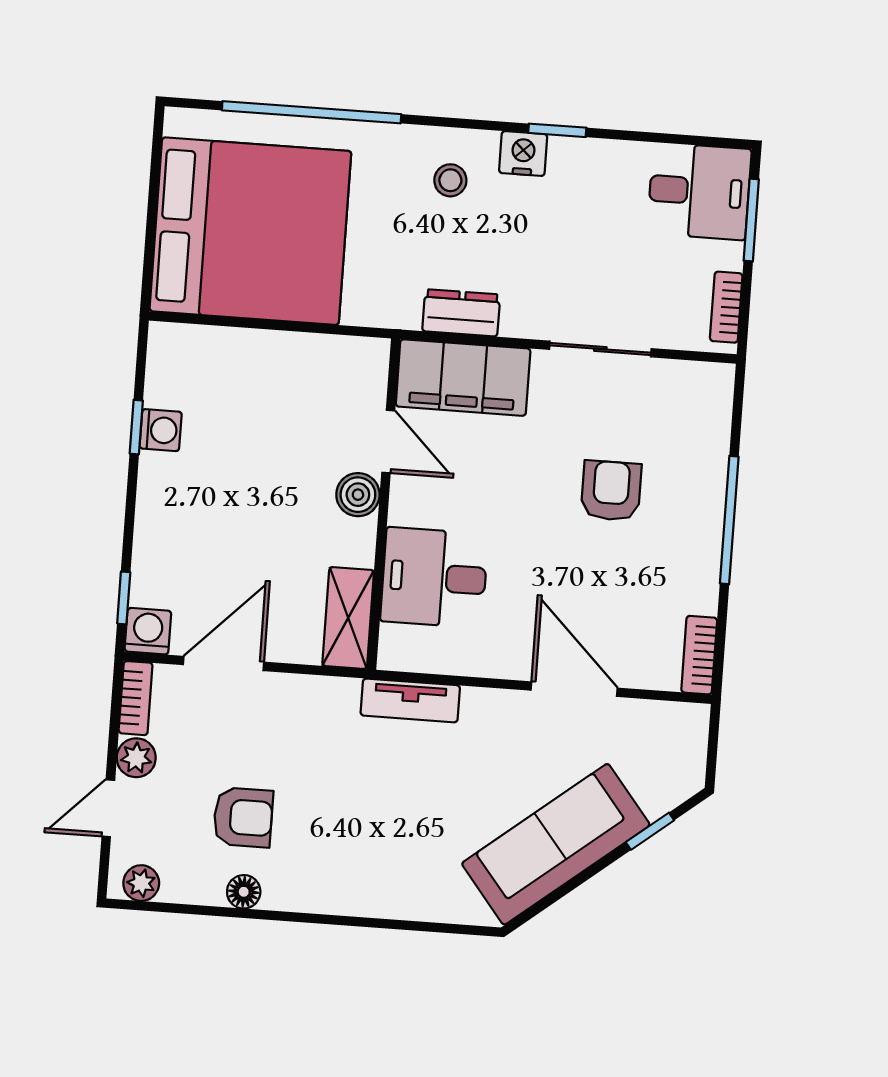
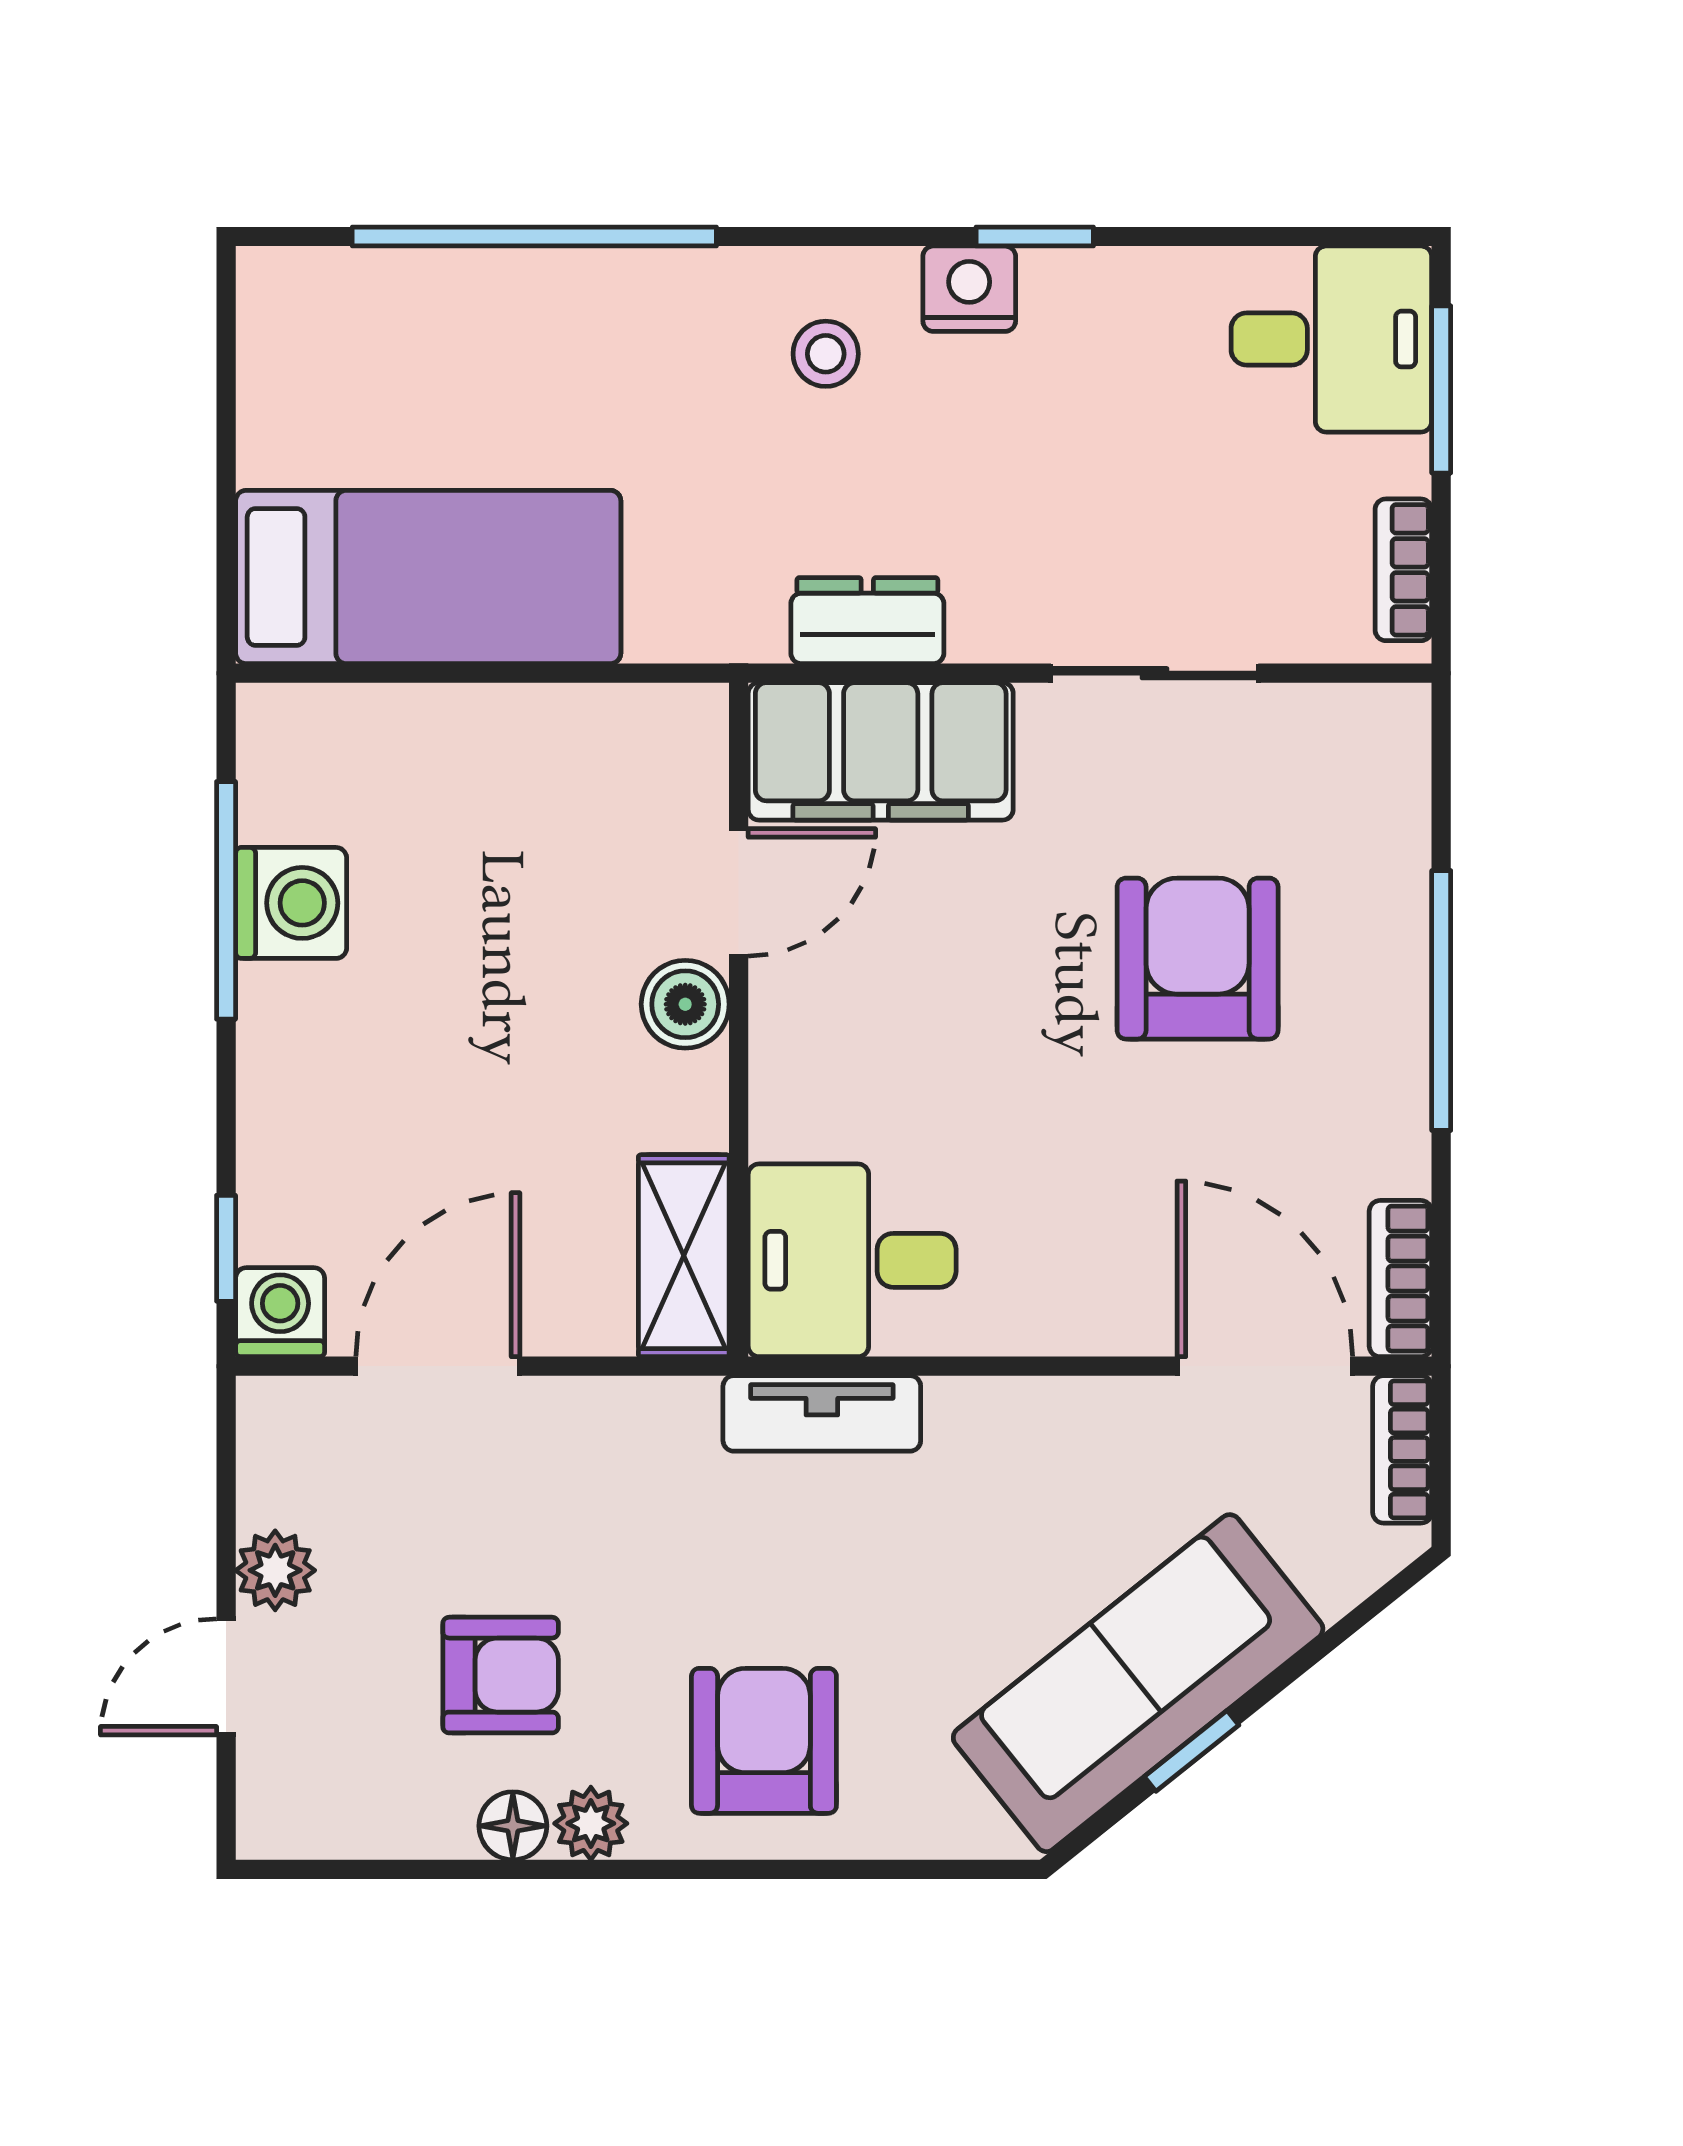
bed: (250, 231) -> (428, 577), width x0.49
window: (136, 427) -> (226, 900), width x2.17
washing machine: (161, 430) -> (291, 903), width x1.38, depth x1.38
door: (388, 442) -> (739, 892), hinge flipped
armchair: (611, 491) -> (1198, 959), width x1.38, depth x1.38
desk: (434, 578) -> (852, 1260), moved
door: (574, 689) -> (1265, 1366), moved
bookcase: (136, 698) -> (1402, 1449), moved, turned 180
window: (650, 831) -> (1191, 1751), moved
armchair: (370, 859) -> (764, 1741), added
plant: (141, 883) -> (591, 1823), moved

